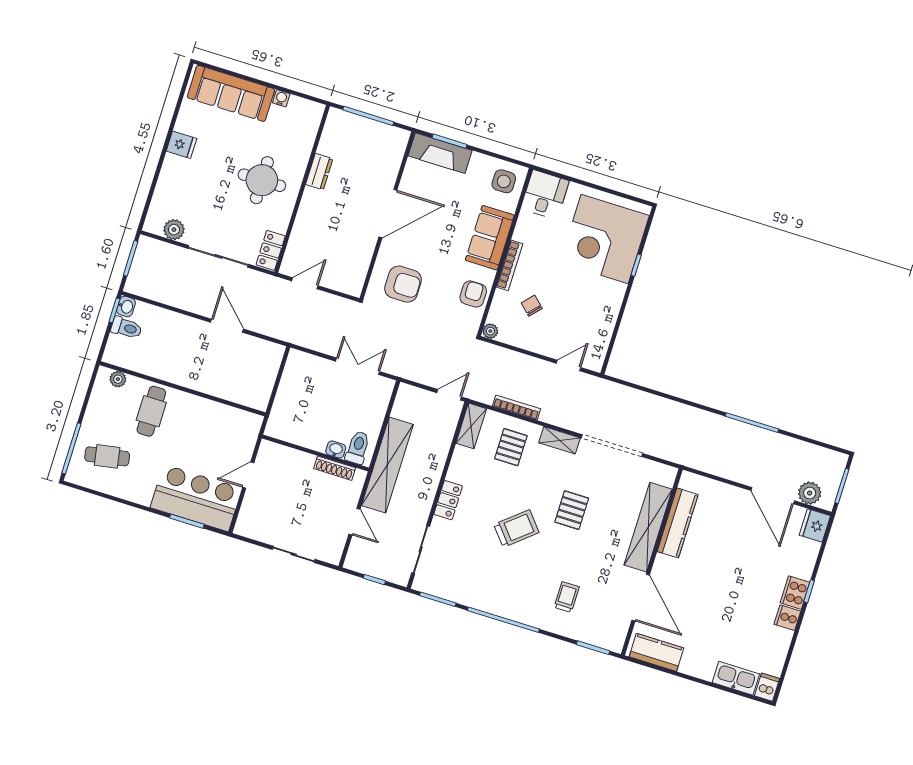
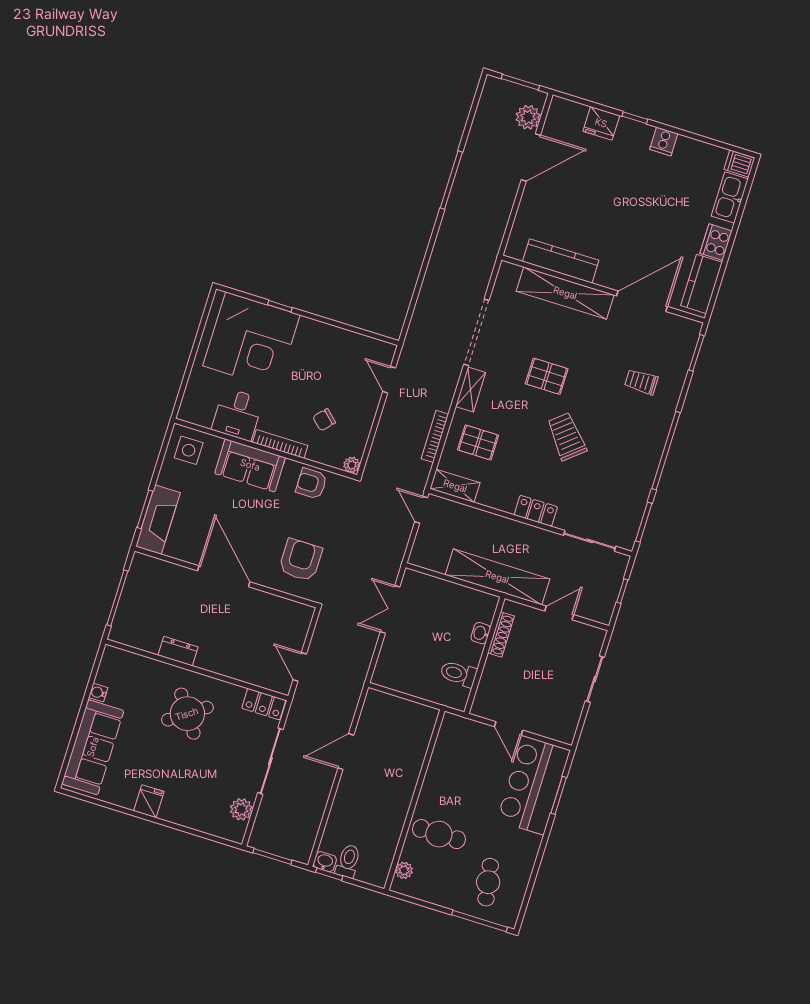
round table: (262, 180) -> (187, 714), turned -35
desk: (545, 195) -> (237, 414), moved, turned -90
toilet: (358, 448) -> (458, 674), moved
fridge: (815, 525) -> (601, 123), moved
cooker: (795, 593) -> (716, 242), moved, turned 90

